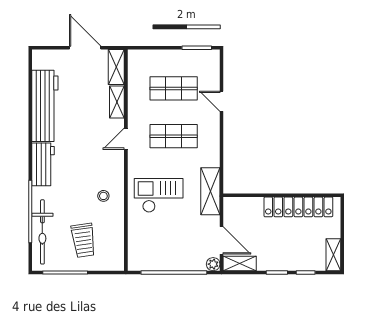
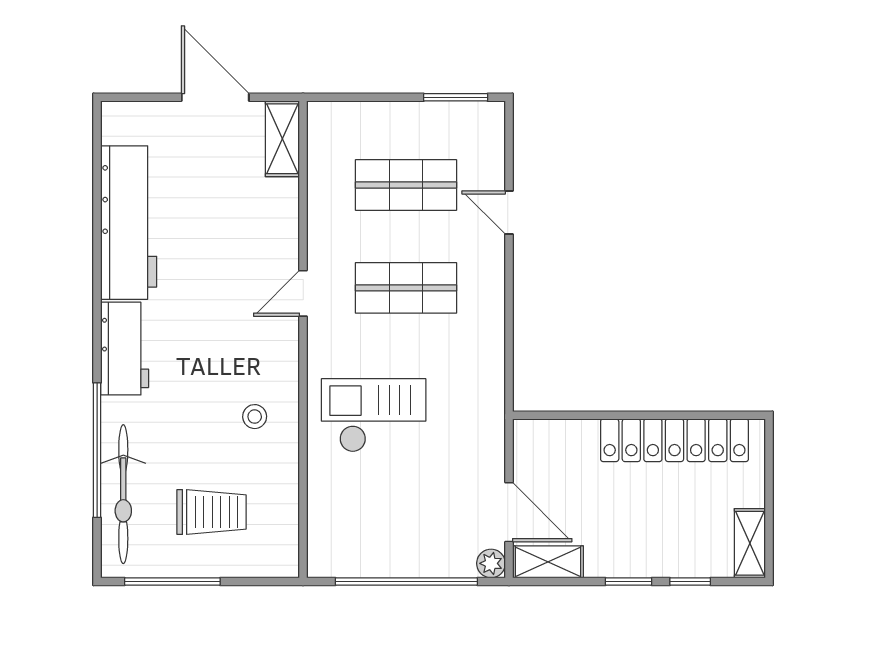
shelving: (117, 102) -> (284, 214), removed
shelving: (210, 191) -> (485, 406), removed
trolley: (83, 240) -> (212, 512), turned -82

